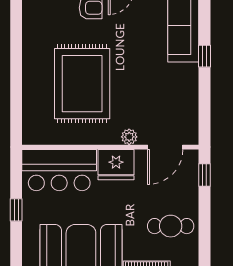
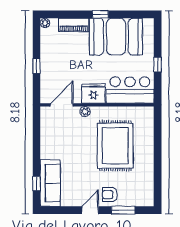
window: (204, 56) -> (36, 184), moved
window: (204, 175) -> (36, 66), moved
cafe table: (171, 226) -> (58, 54), removed

